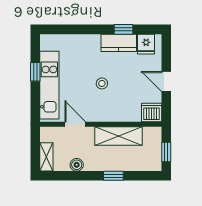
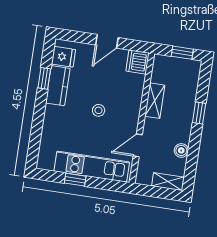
shelving: (118, 136) -> (155, 101), width x0.67, depth x0.75

